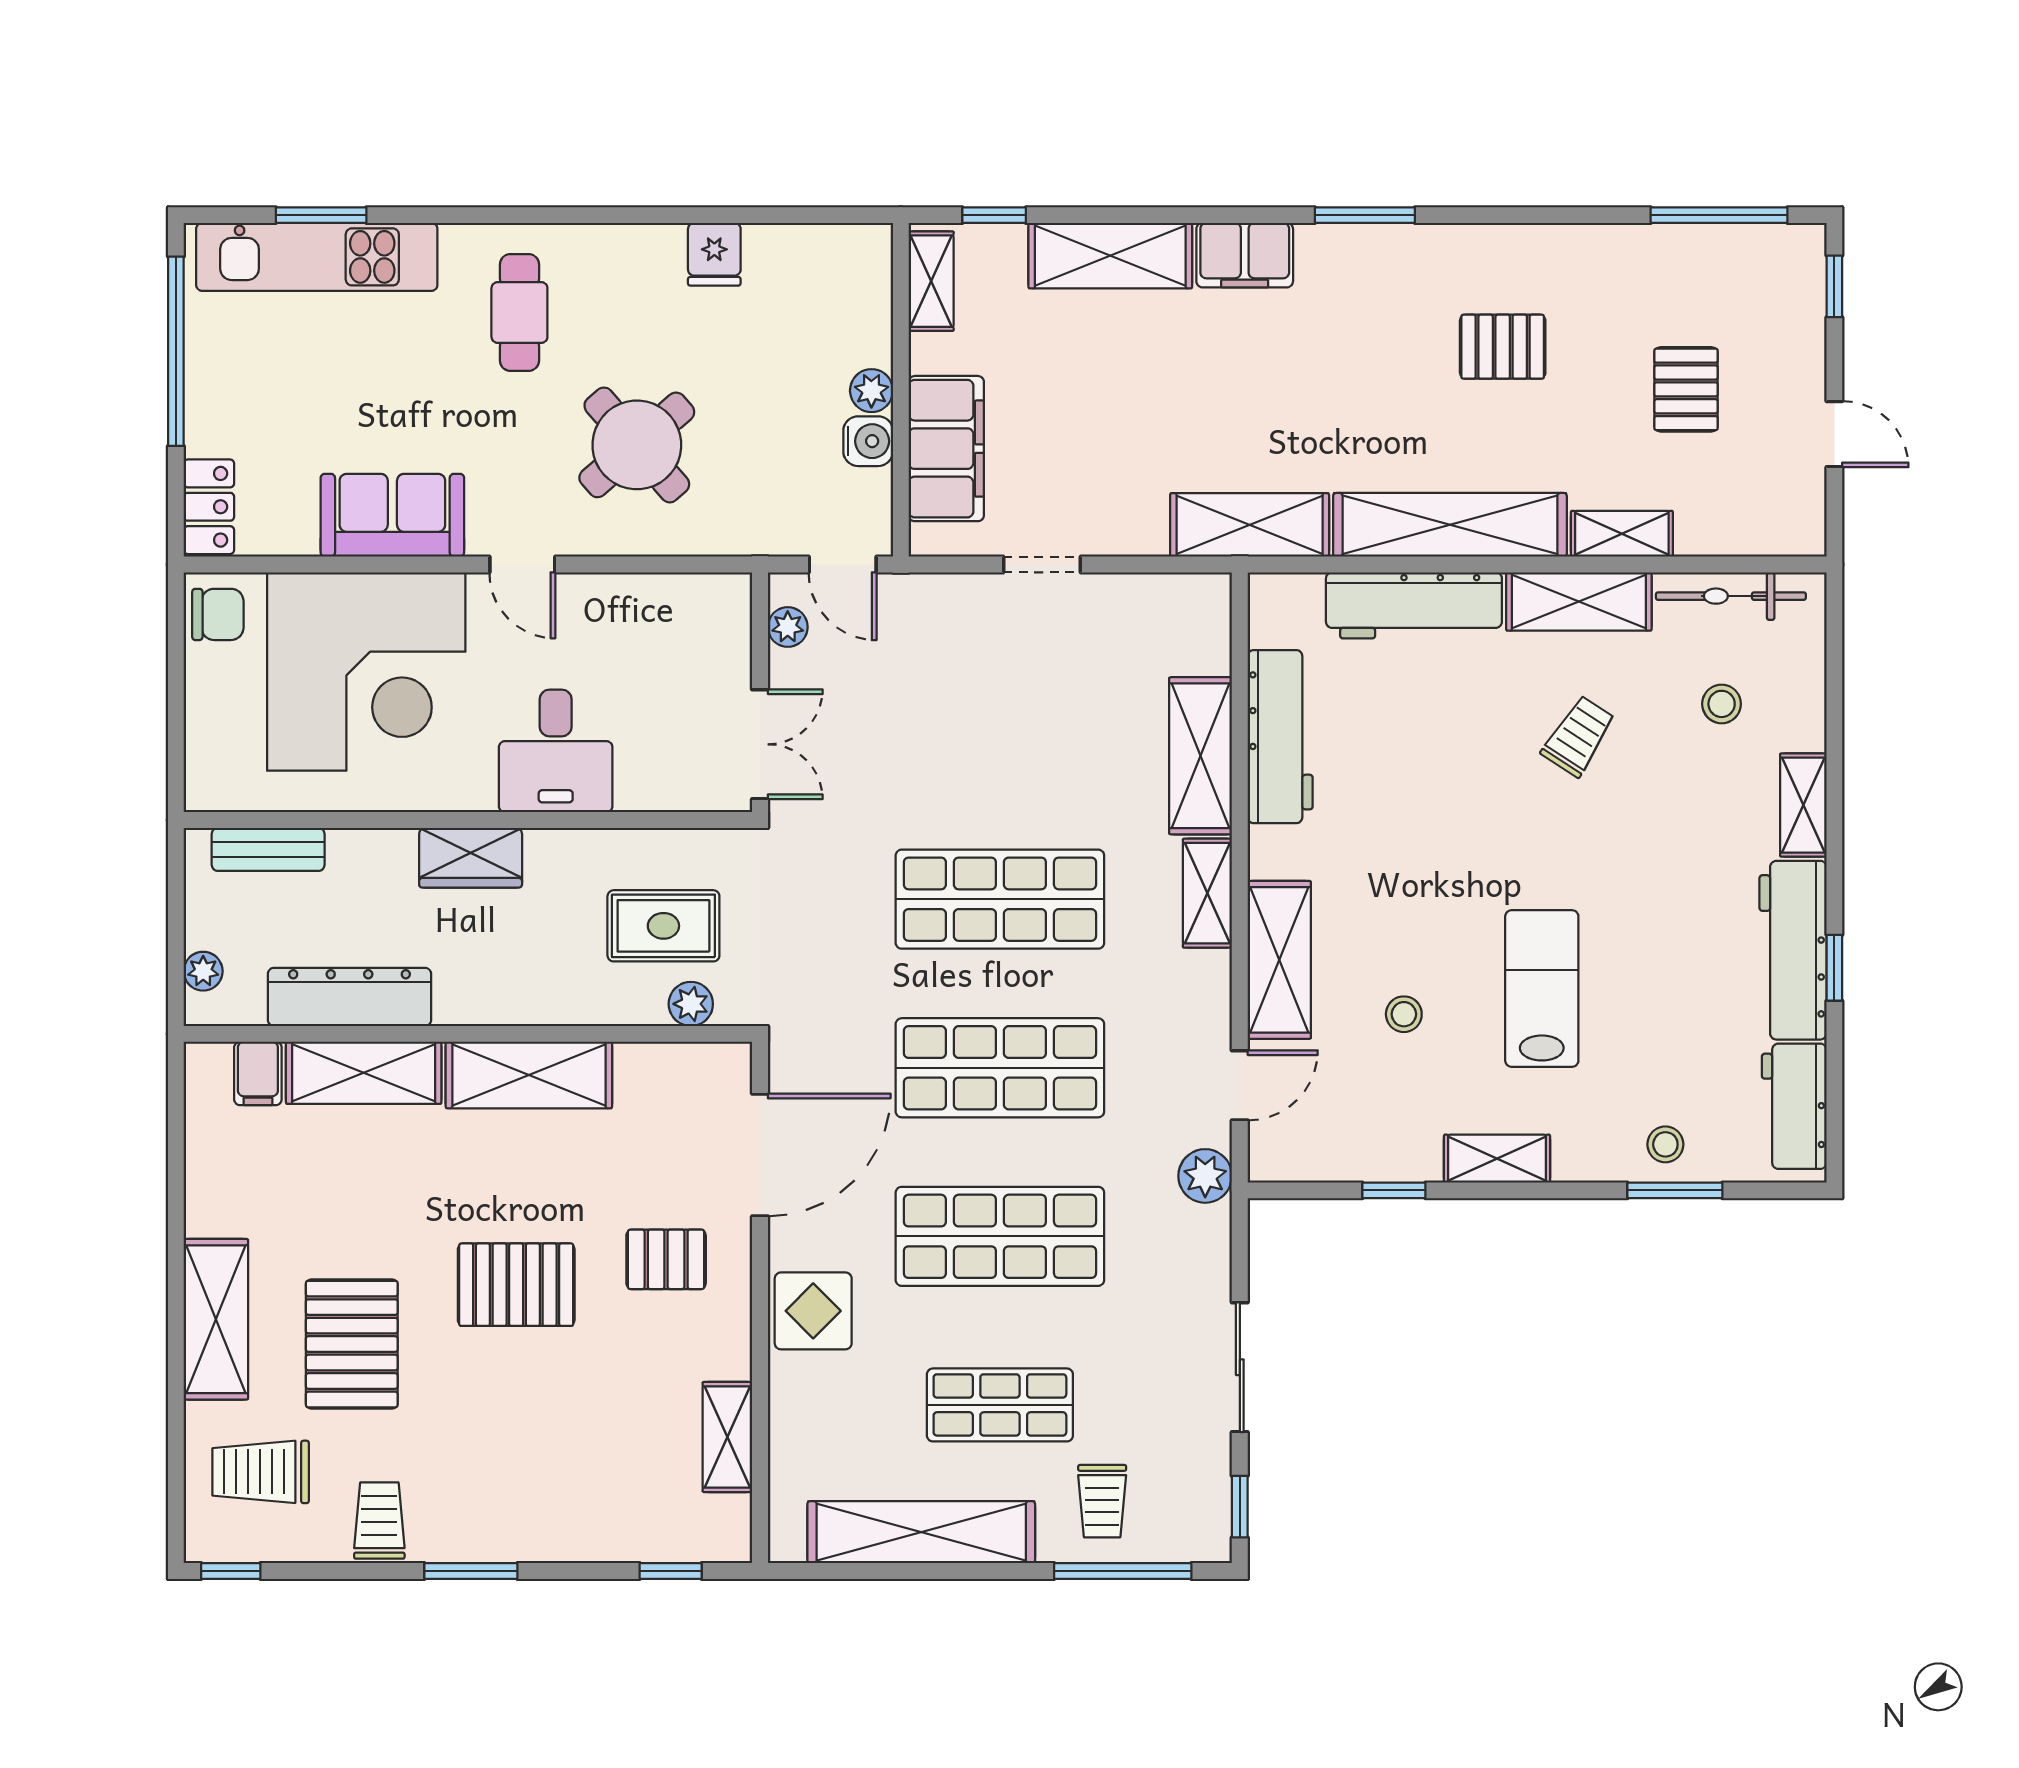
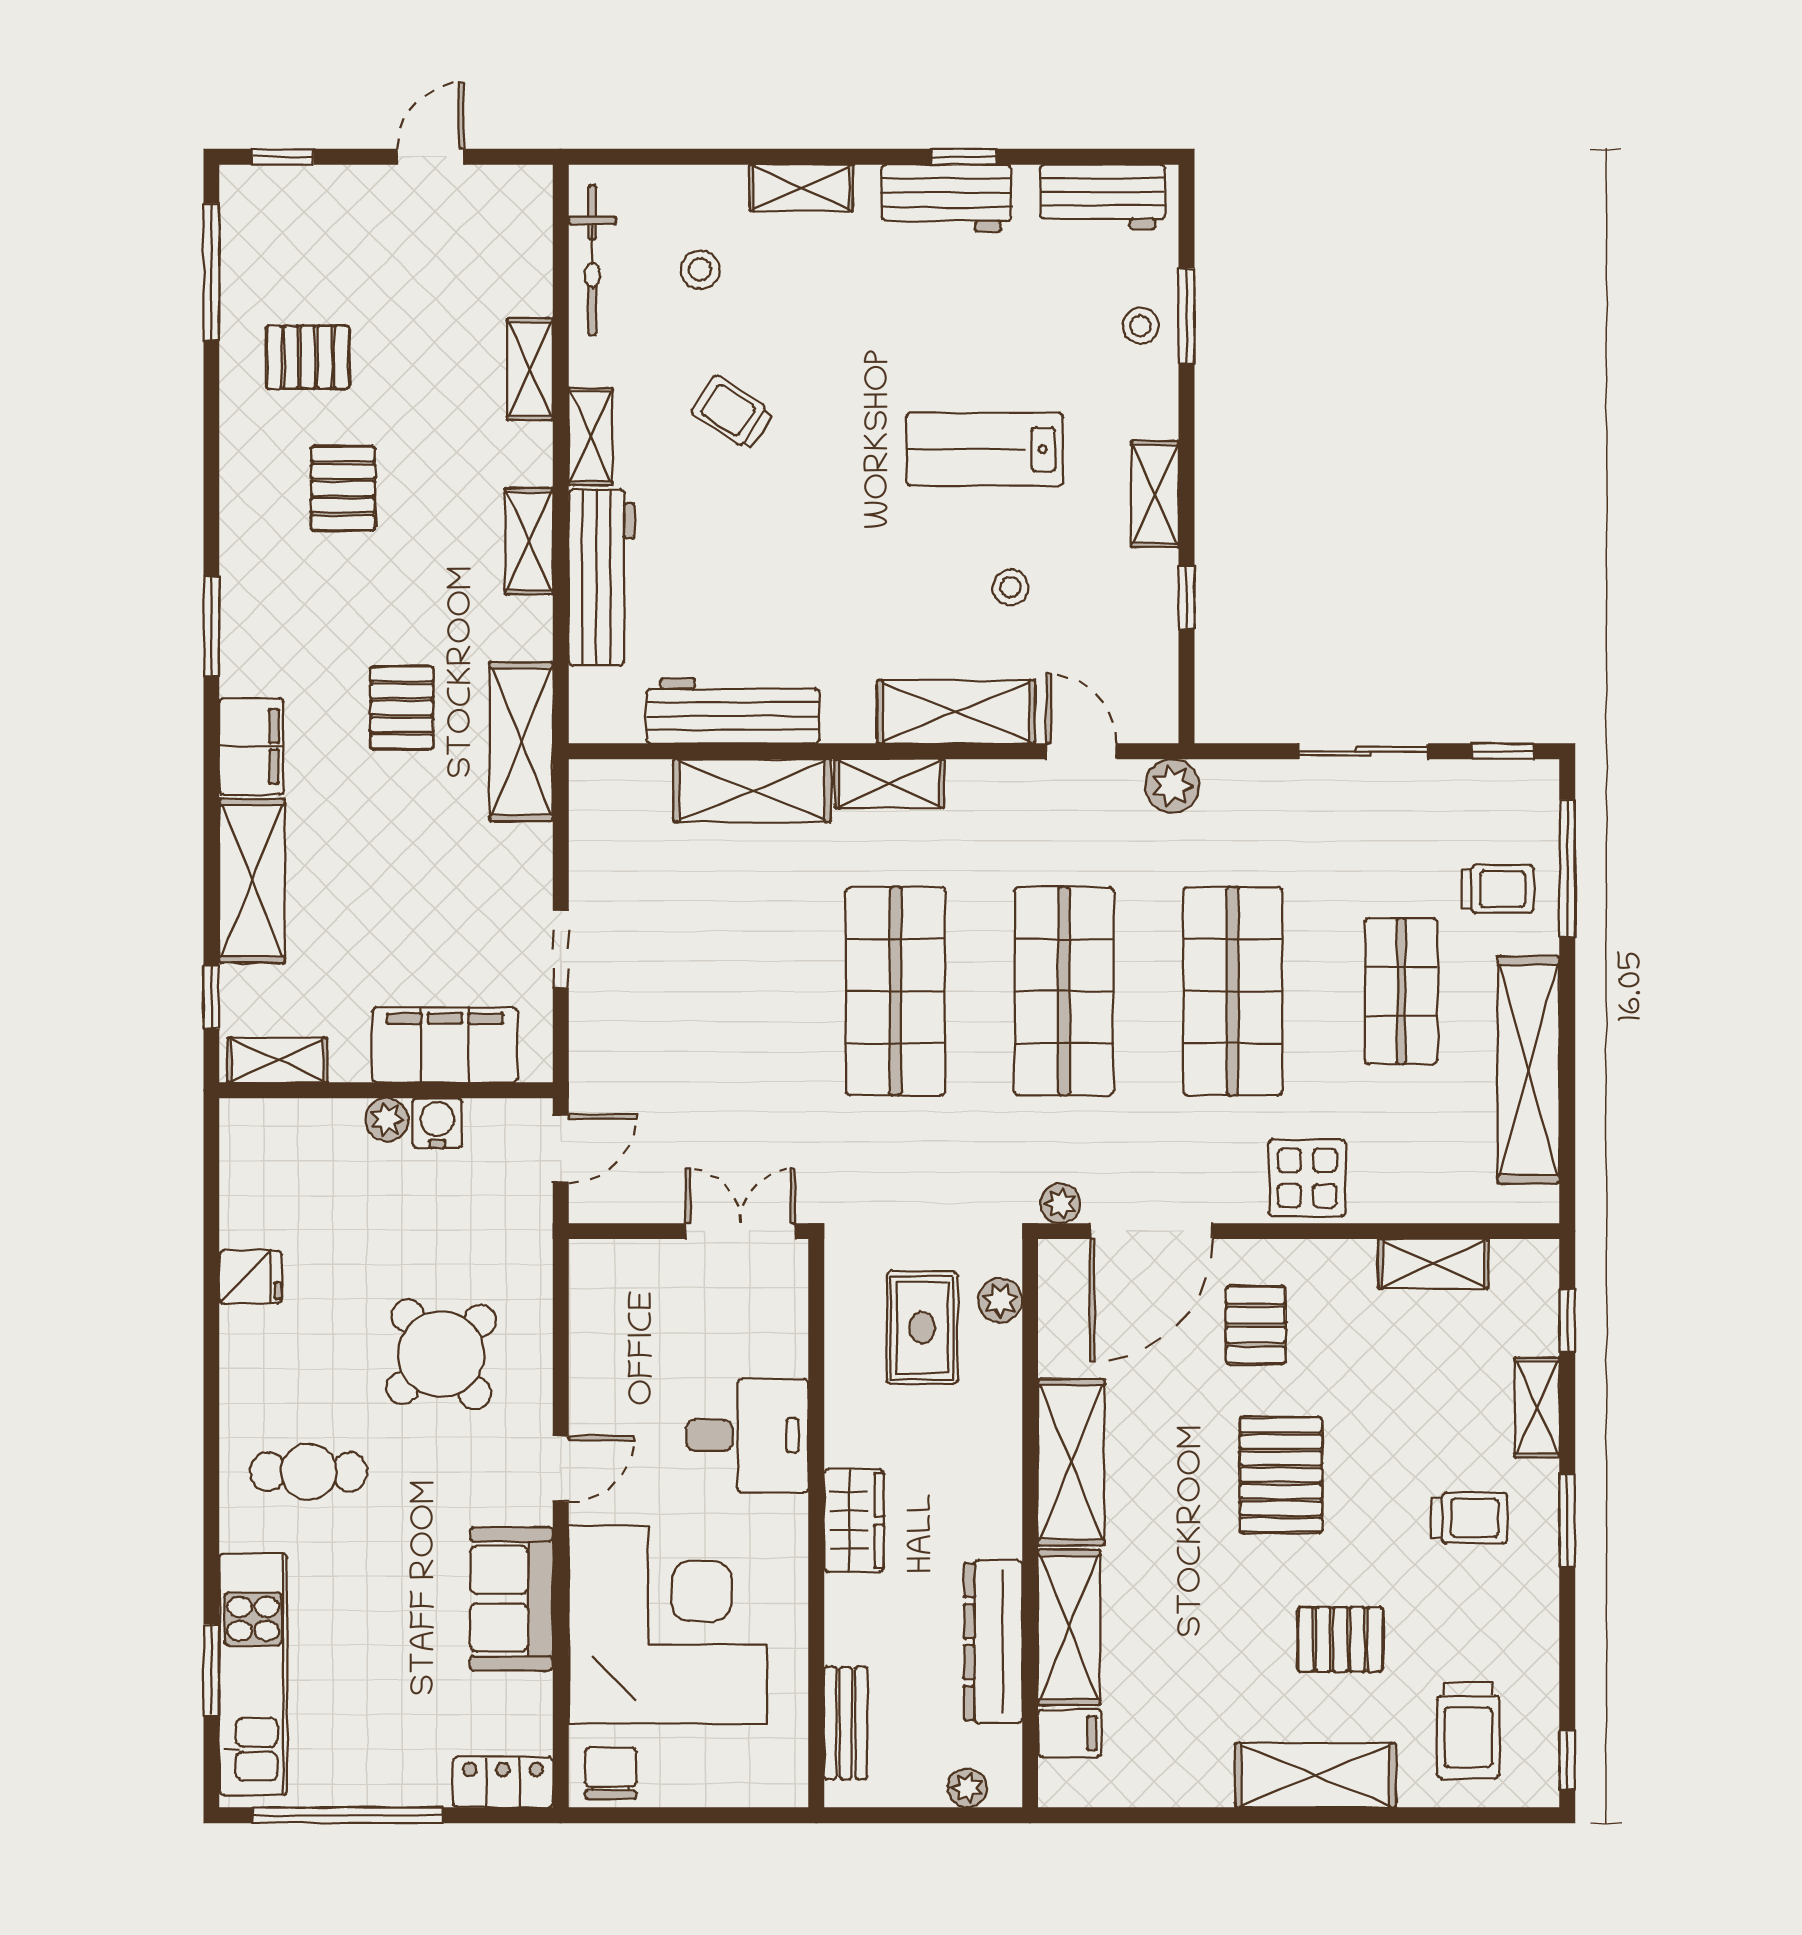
pallet: (1686, 389) -> (308, 357), moved
pallet: (1283, 405) -> (402, 708), added
shelving: (1450, 525) -> (529, 541), width x0.45, depth x0.75
shelving: (1579, 601) -> (590, 437), width x0.67, depth x0.75
plant: (788, 627) -> (1060, 1203), moved
workbench: (1793, 950) -> (946, 198), width x0.73
door: (760, 1155) -> (1151, 1231), swing flipped
pallet: (352, 1344) -> (1340, 1639), width x0.67, depth x0.71
trolley: (379, 1521) -> (1469, 1518), moved, turned 180
shelving: (584, 1541) -> (1537, 1407), added

